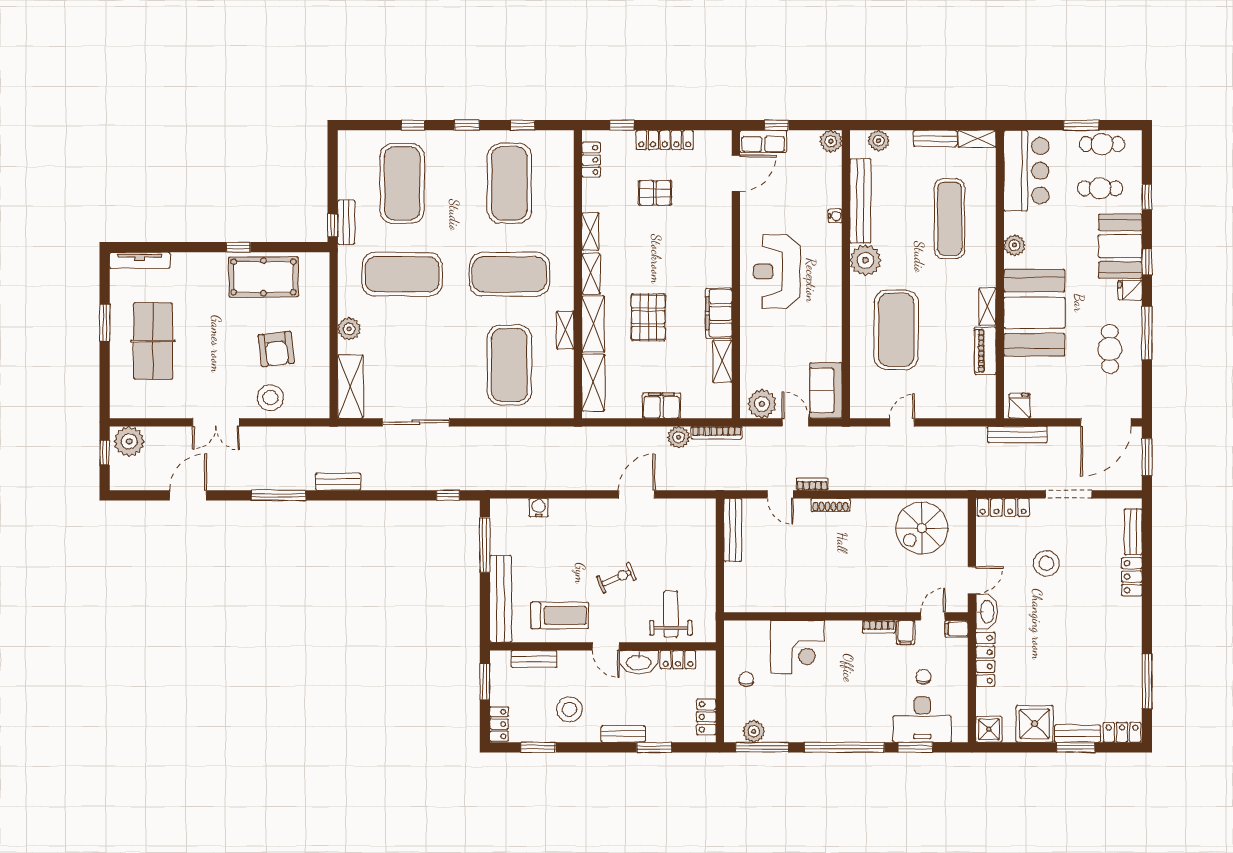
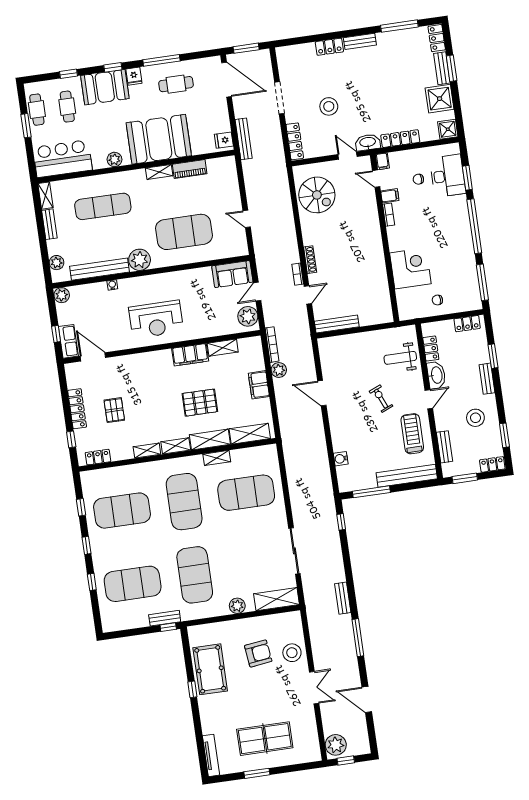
bench: (1133, 532) -> (360, 41), moved
plant: (754, 731) -> (472, 290), removed

